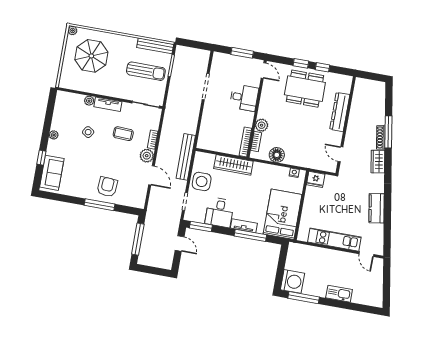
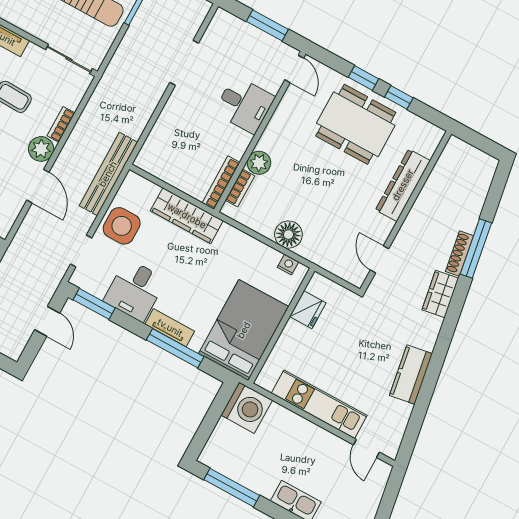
floor lamp: (277, 155) -> (288, 235), moved
fridge: (316, 179) -> (308, 310), moved, turned -90
washing machine: (293, 281) -> (247, 408), moved

